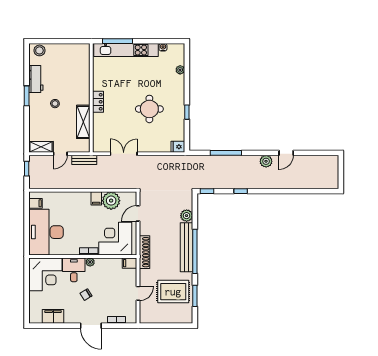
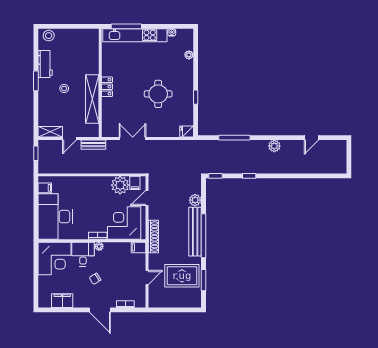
shelving: (83, 122) -> (92, 99), width x1.47
door: (286, 153) -> (311, 138), moved
filing cabinet: (96, 198) -> (135, 183), moved

